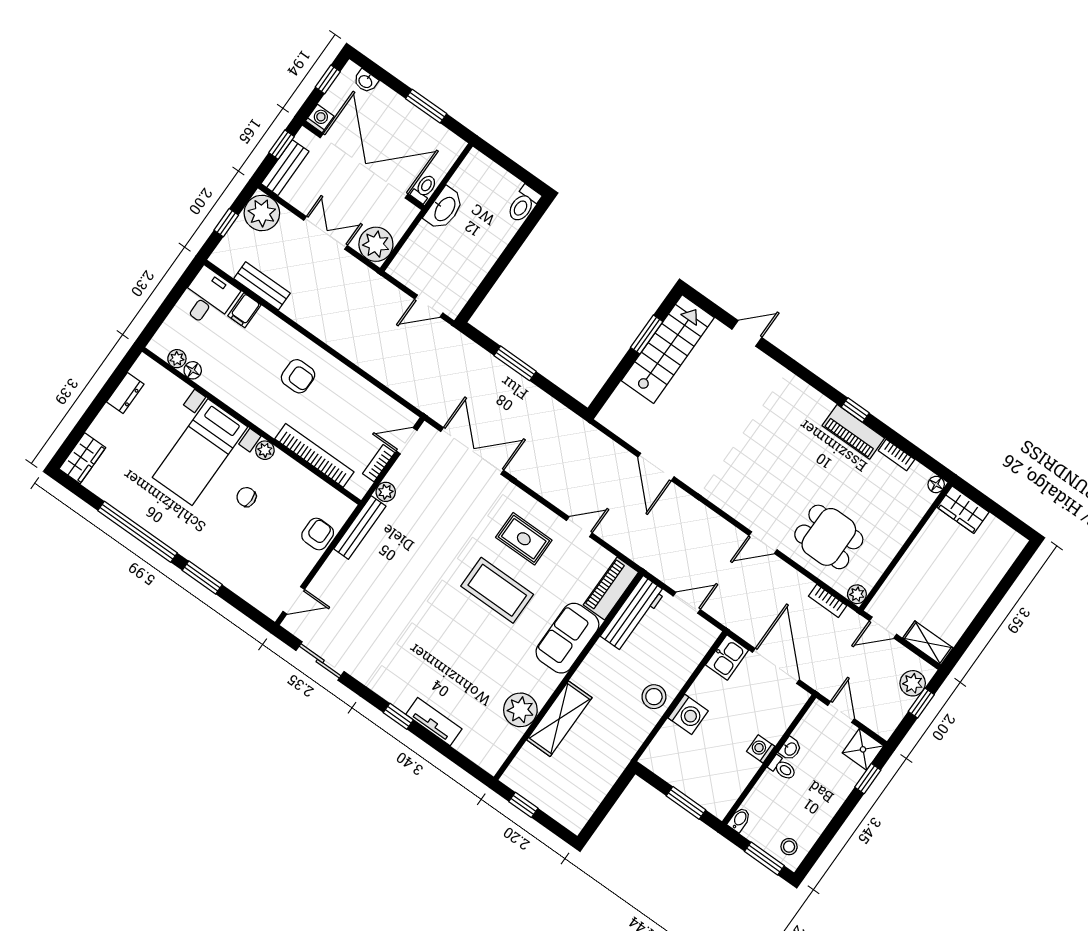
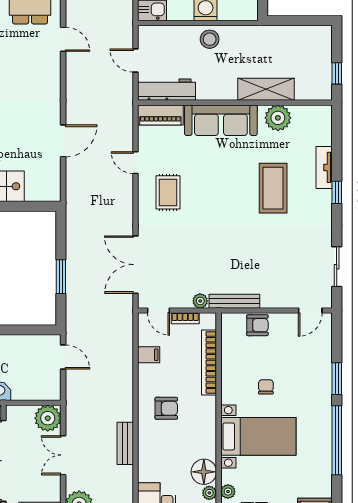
bench: (262, 286) -> (125, 443), moved
filing cabinet: (244, 310) -> (149, 355), moved
floor lamp: (193, 370) -> (204, 472), width x1.89, depth x1.89
armchair: (298, 376) -> (166, 408), turned 90
plant: (265, 450) -> (228, 492), moved
chair: (246, 497) -> (266, 387), turned 180
armchair: (318, 534) -> (257, 325), turned 180
coffee table: (497, 590) -> (273, 188), moved
door: (294, 600) -> (310, 311), swing flipped
sofa: (567, 638) -> (221, 120), width x1.36

